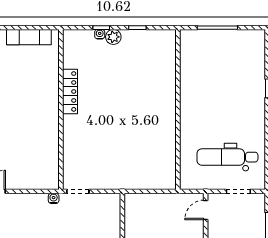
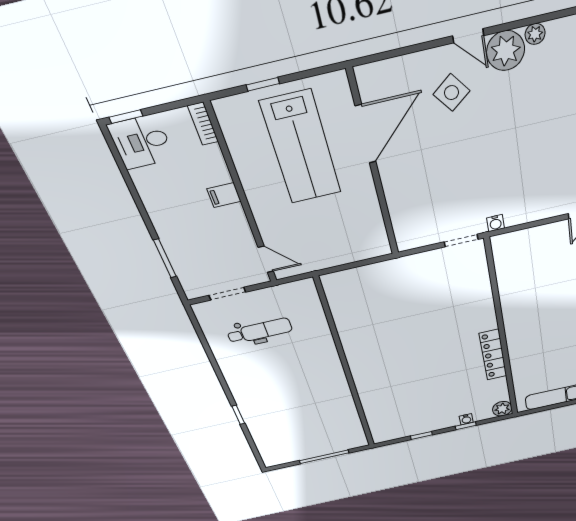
plant: (113, 37) -> (502, 409), moved
dental chair: (227, 157) -> (260, 331), width x0.73, depth x0.72
door: (206, 210) -> (266, 259), hinge flipped

